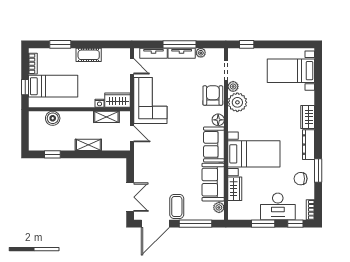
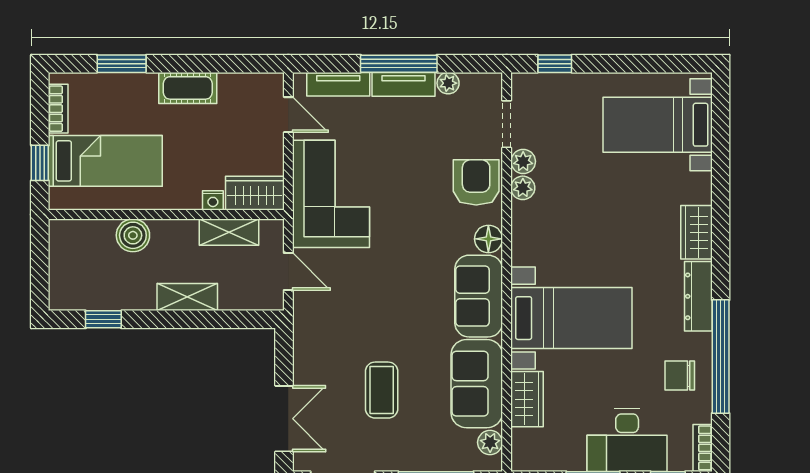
plant: (237, 102) -> (523, 188), width x0.53, depth x0.53
boiler: (53, 118) -> (133, 235), moved
window: (318, 170) -> (721, 357), width x2.11
coffee table: (177, 207) -> (382, 390), moved

